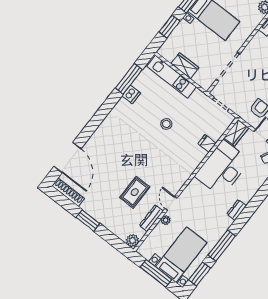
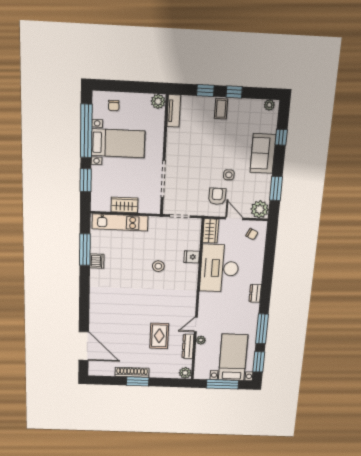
stool: (166, 124) -> (158, 266), moved
shoe rack: (68, 192) -> (132, 372), moved
door: (171, 203) -> (196, 325), hinge flipped

